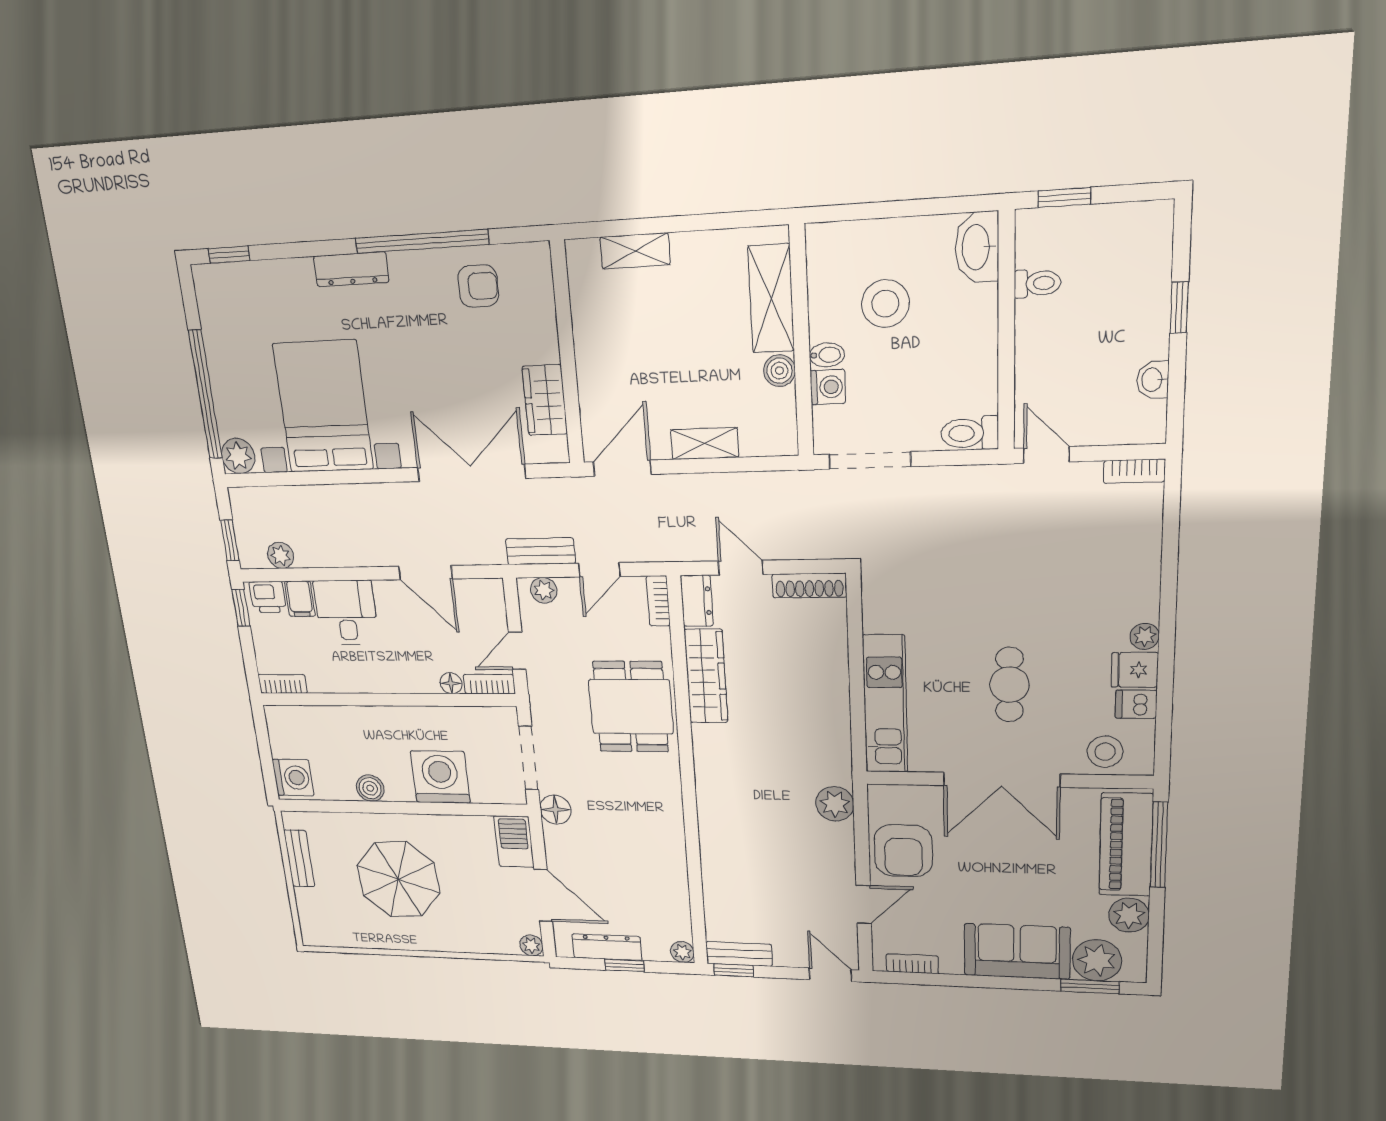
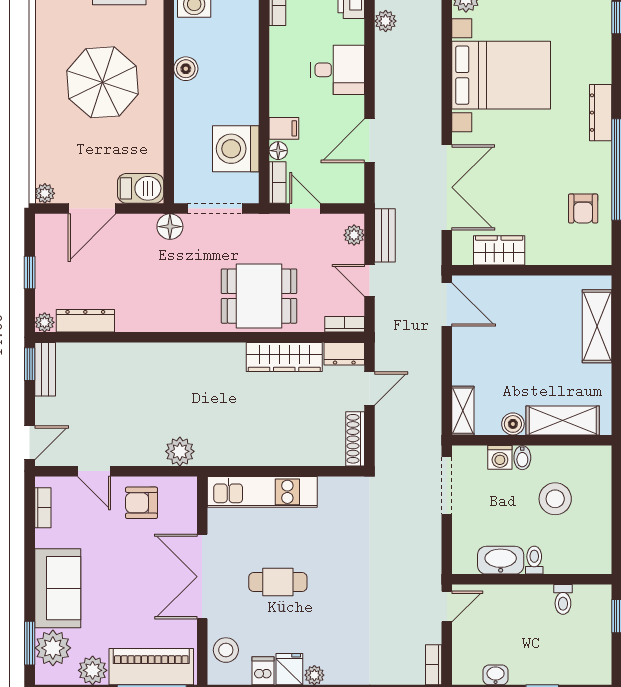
washbasin: (977, 247) -> (501, 560), moved
shelving: (635, 251) -> (597, 326), width x1.50, depth x1.33
toilet: (970, 433) -> (534, 560), moved, width x0.73, depth x0.72
shelving: (705, 444) -> (463, 411), moved
filing cabinet: (300, 599) -> (284, 128), moved, turned 180
washing machine: (440, 777) -> (236, 149), moved, turned 180
armchair: (903, 851) -> (142, 503), width x0.72, depth x0.72
dresser: (607, 947) -> (85, 321), moved, turned -90

